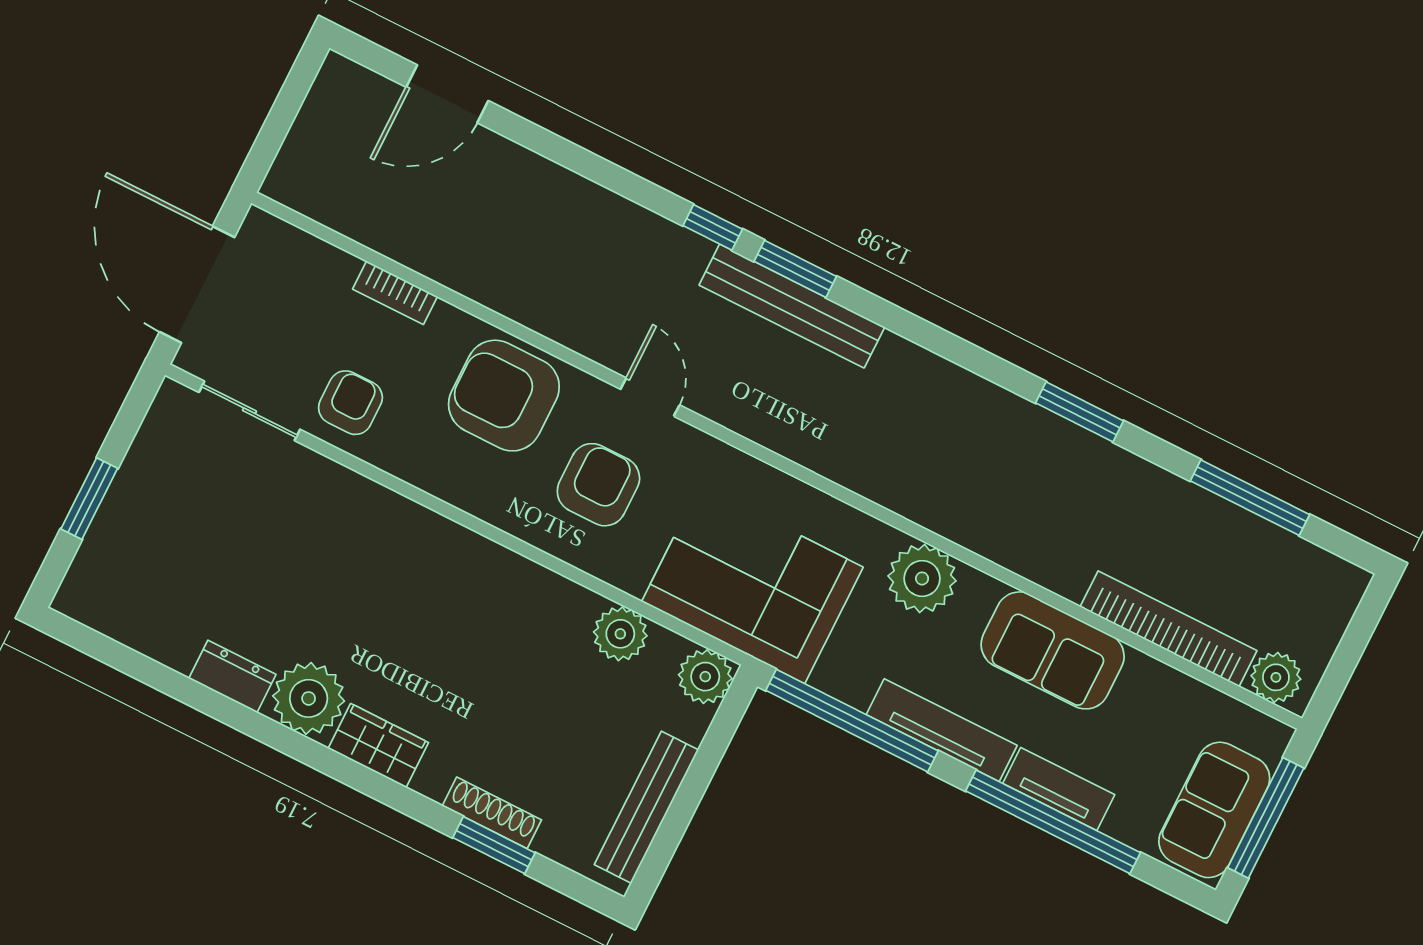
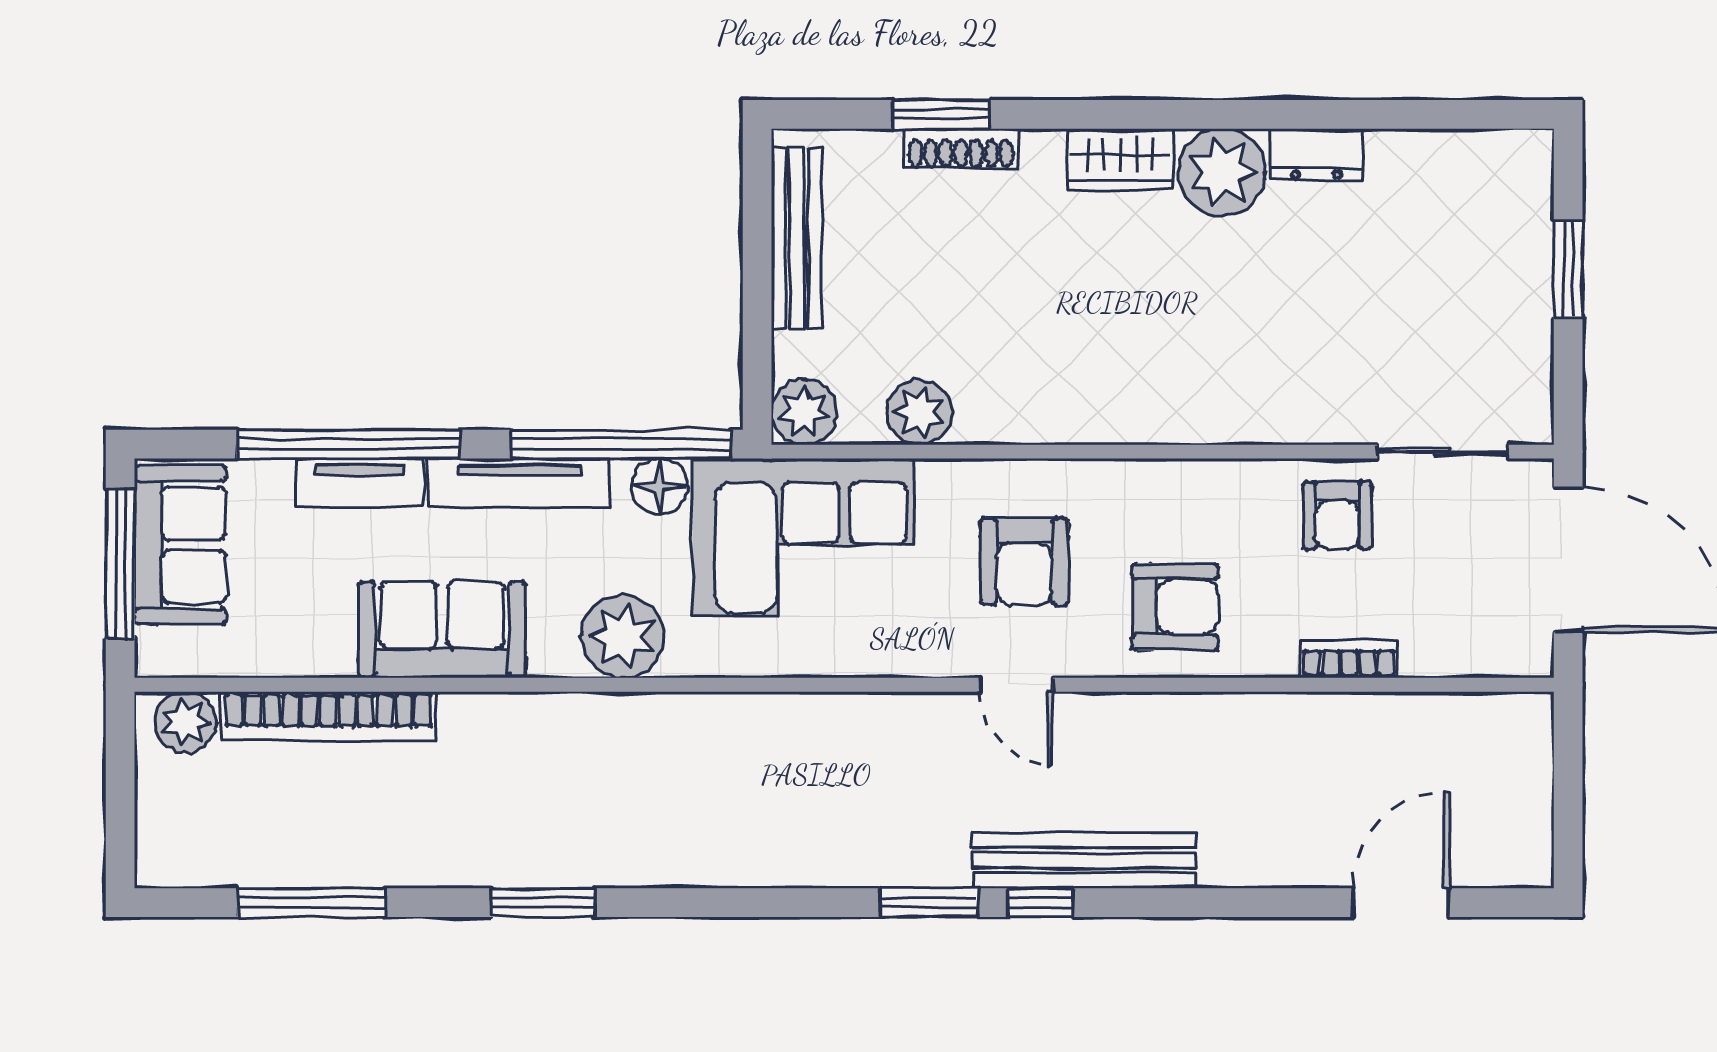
bench: (792, 306) -> (1084, 861), moved
armchair: (504, 396) -> (1175, 607), width x0.73, depth x0.73
floor lamp: (839, 675) -> (660, 487), added

